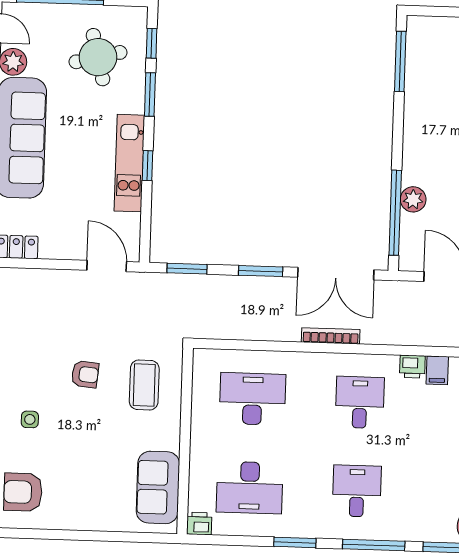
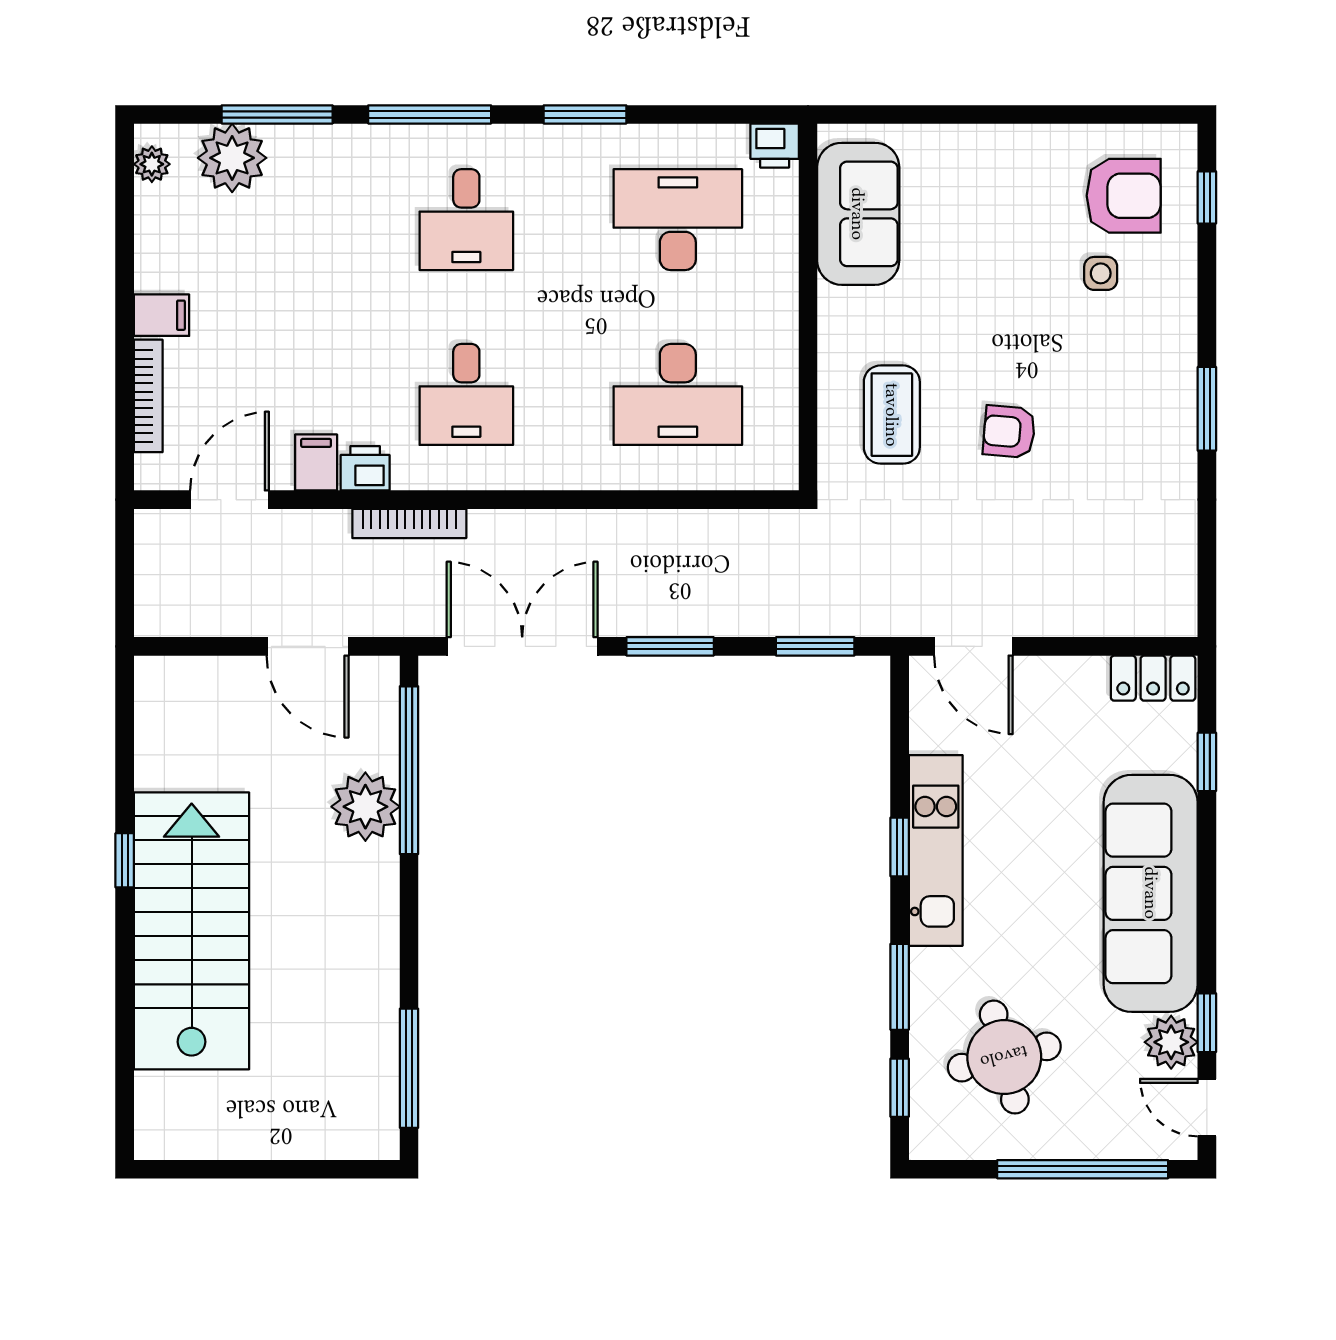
plant: (413, 199) -> (365, 807), width x1.36, depth x1.36
bookcase: (331, 336) -> (409, 523), moved
side table: (30, 419) -> (1101, 273), moved

